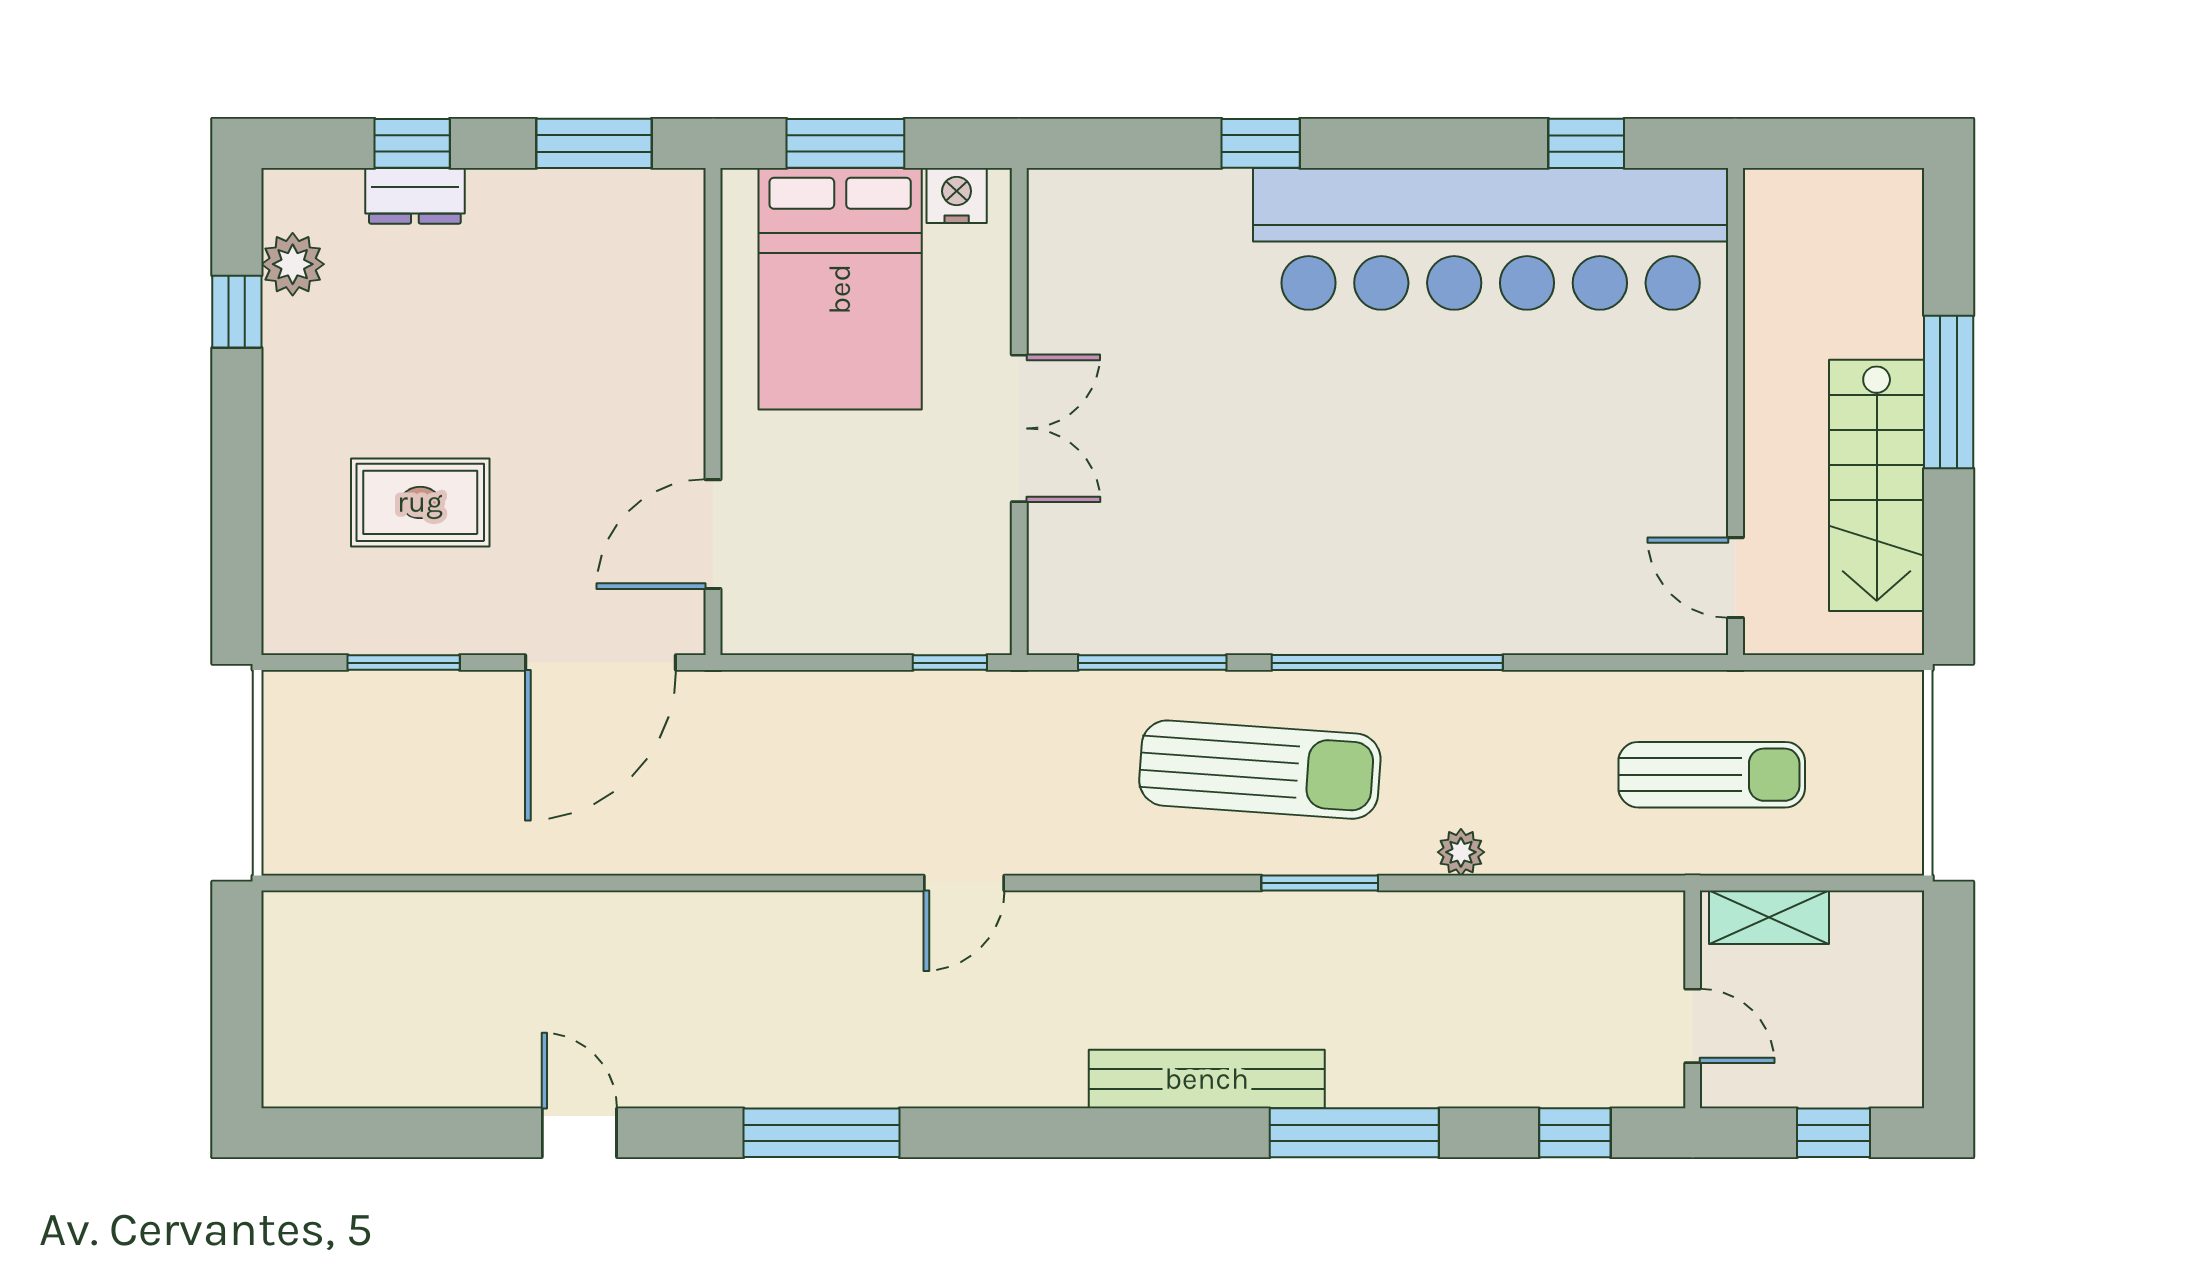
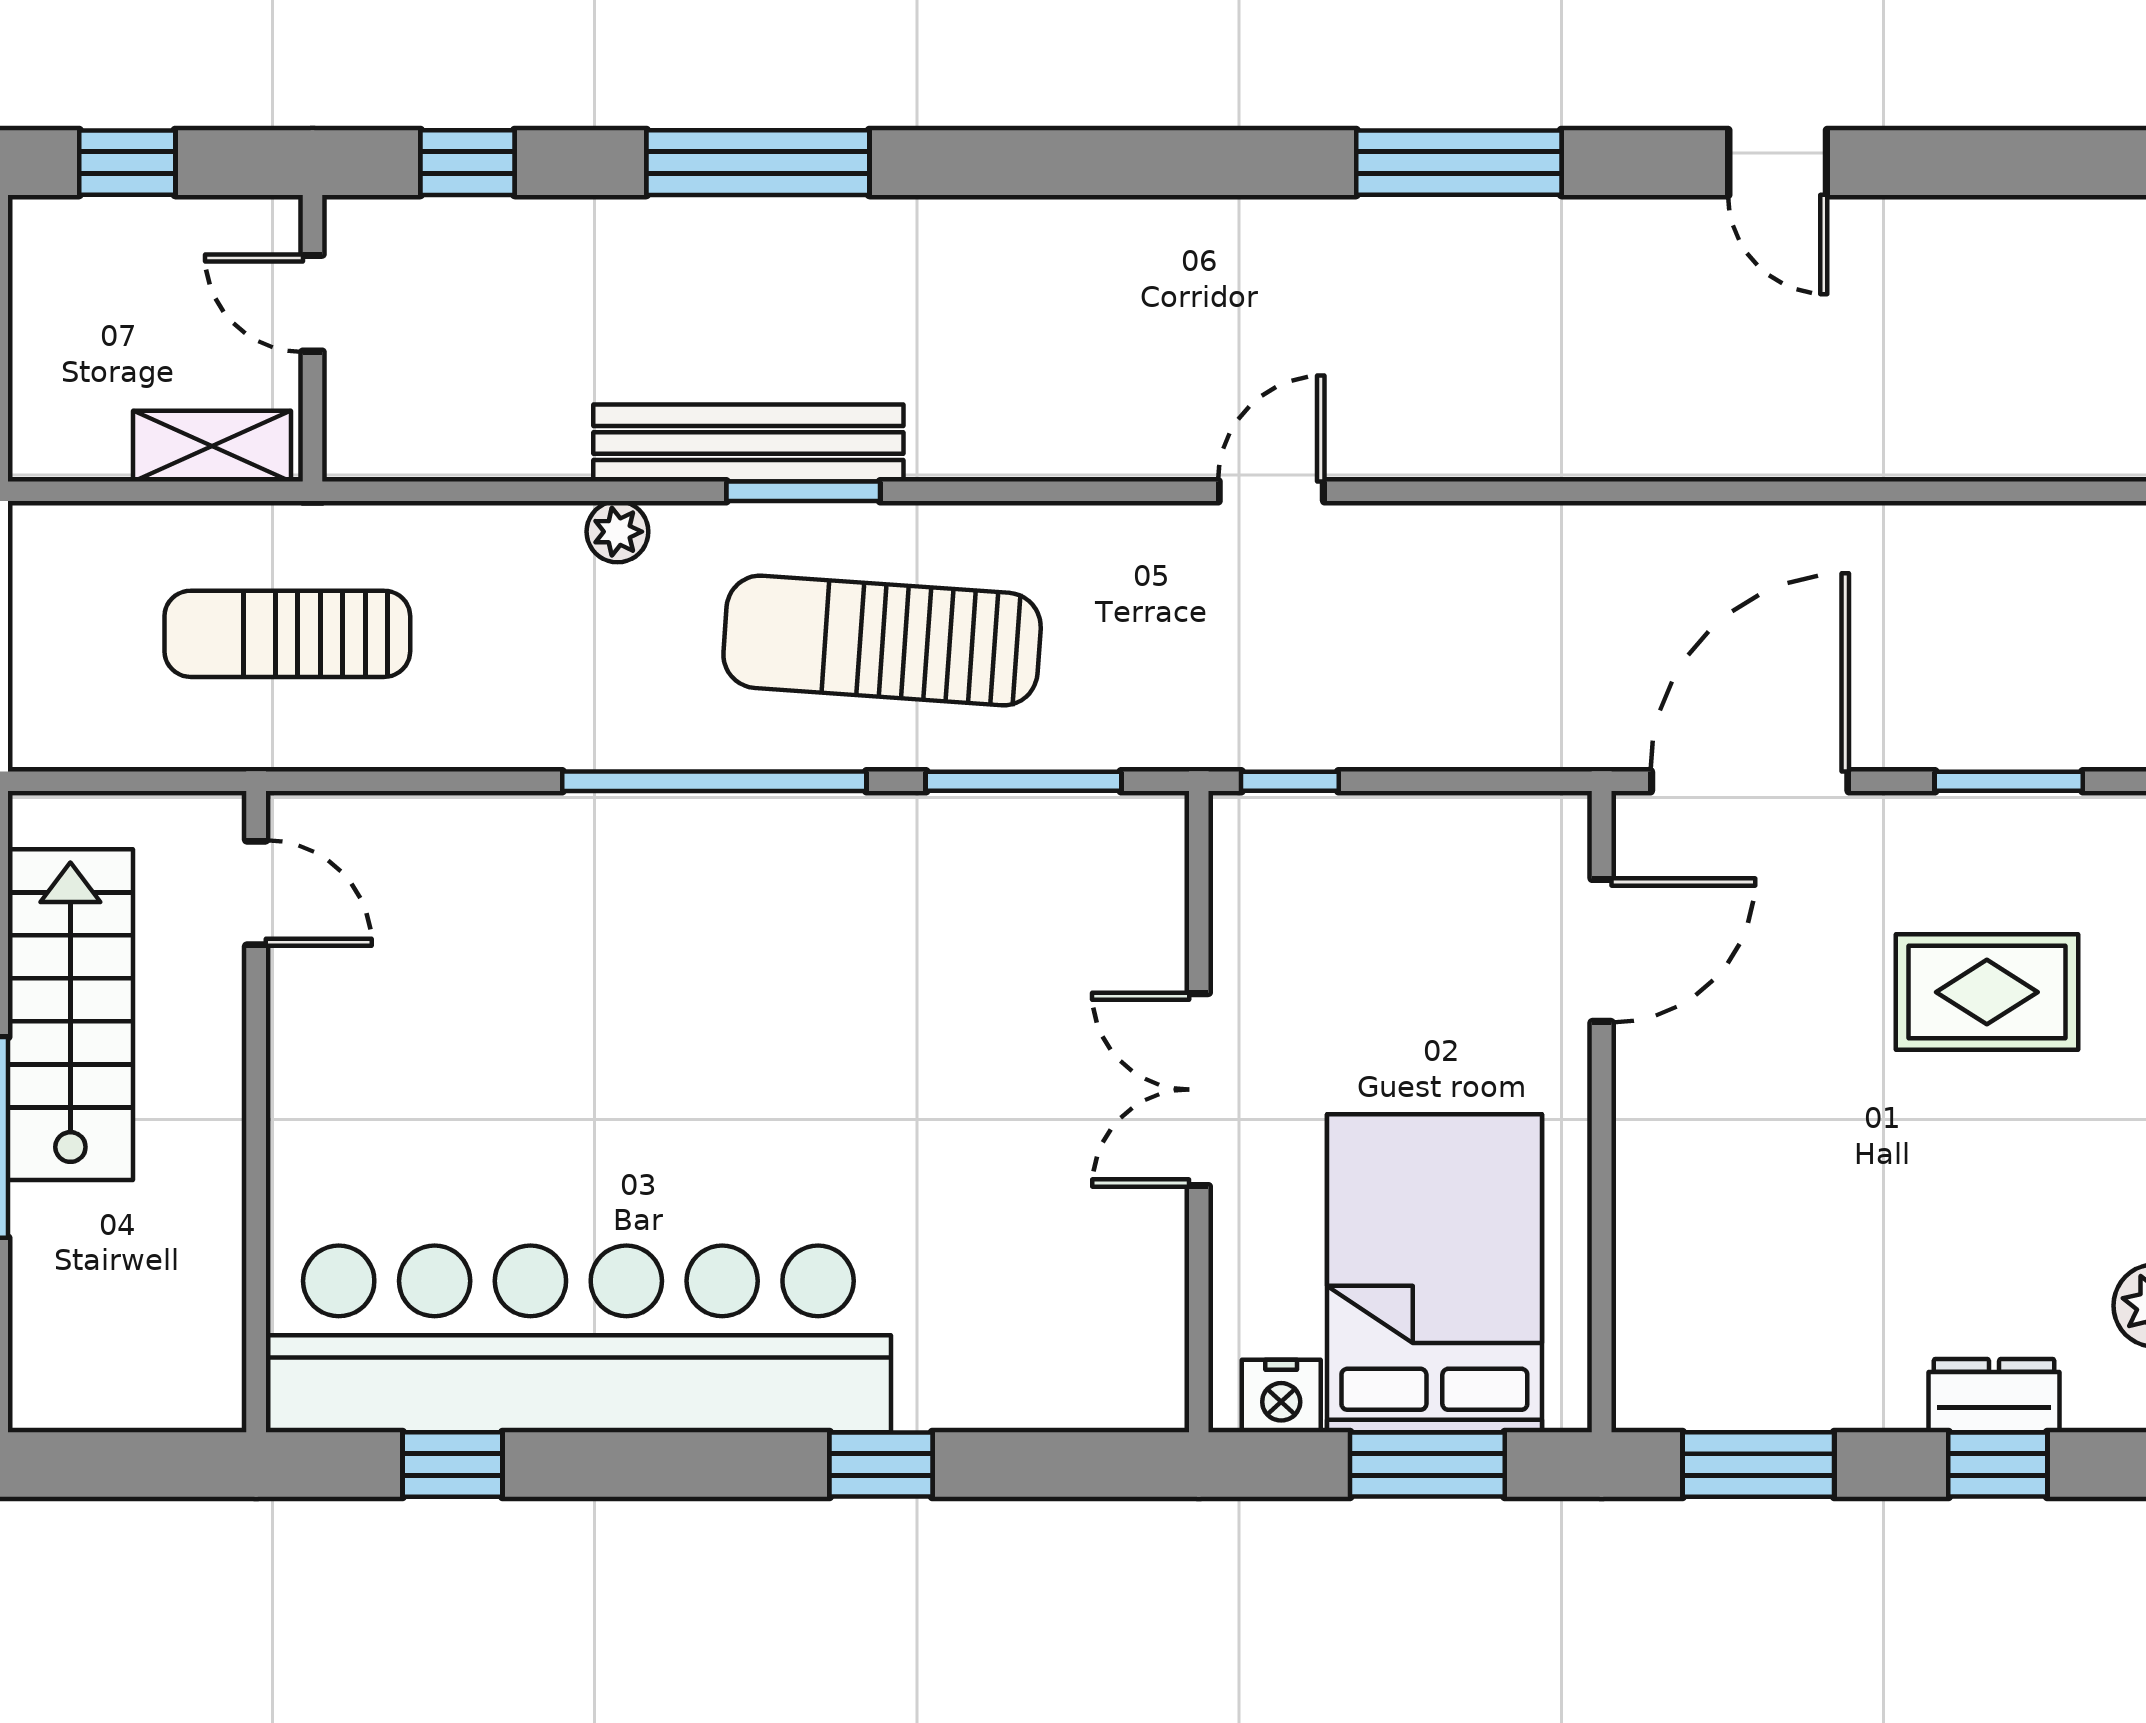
bench: (1207, 1079) -> (748, 443), moved

